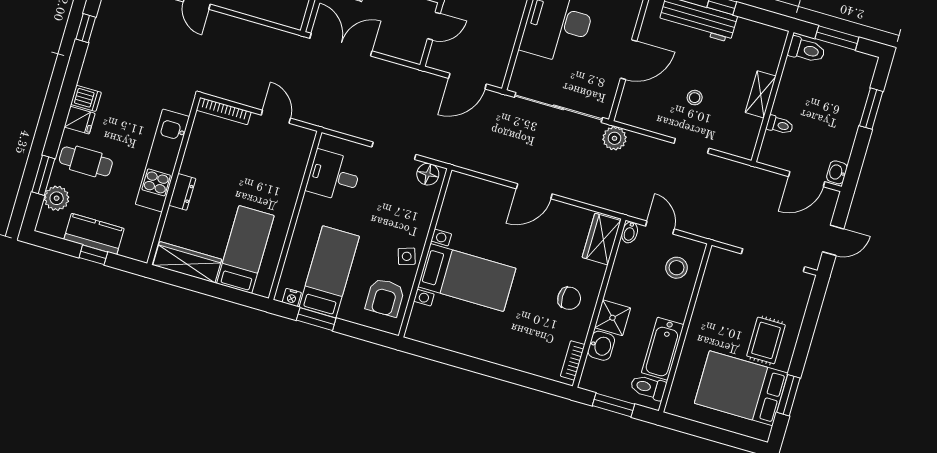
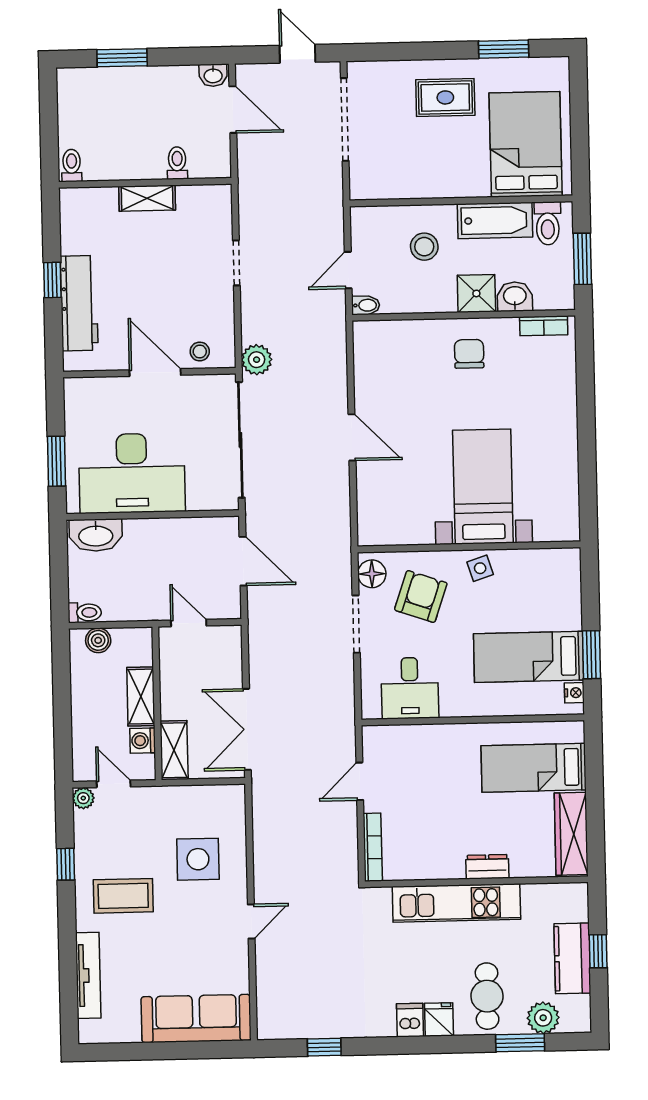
window: (837, 38) -> (49, 127), removed
toilet: (806, 50) -> (72, 166), width x0.73, depth x0.72
stool: (695, 98) -> (200, 351), moved
wardrobe: (601, 239) -> (385, 337), removed
stool: (677, 268) -> (424, 247), moved
armchair: (385, 298) -> (421, 596), moved, turned -71
bed: (741, 388) -> (526, 144), moved, turned 180

